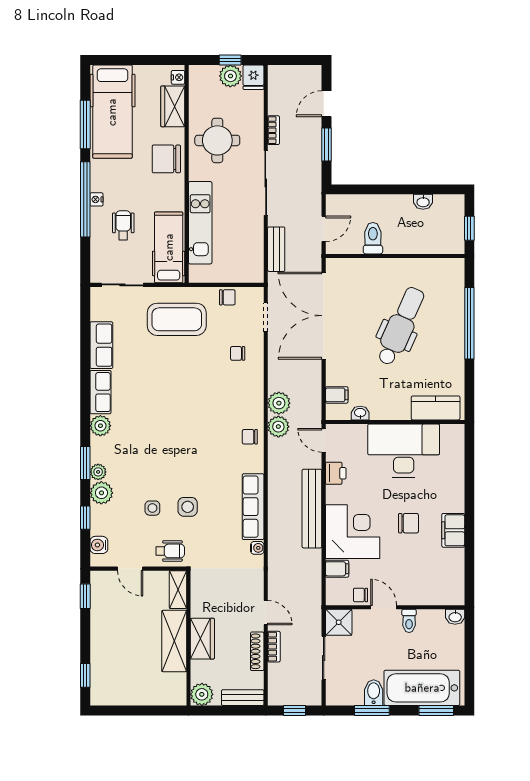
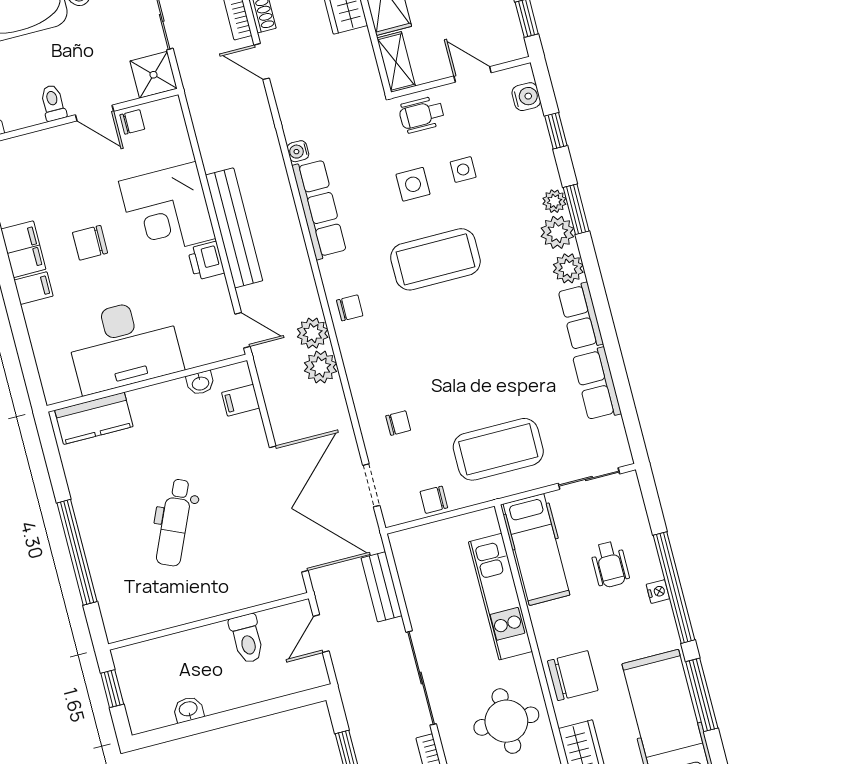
dental chair: (401, 326) -> (175, 523), width x0.73, depth x0.72
coffee table: (186, 454) -> (435, 259), added
printer: (336, 473) -> (206, 261), moved
plant: (101, 493) -> (557, 232), moved
filing cabinet: (337, 569) -> (34, 288), moved, turned 180

